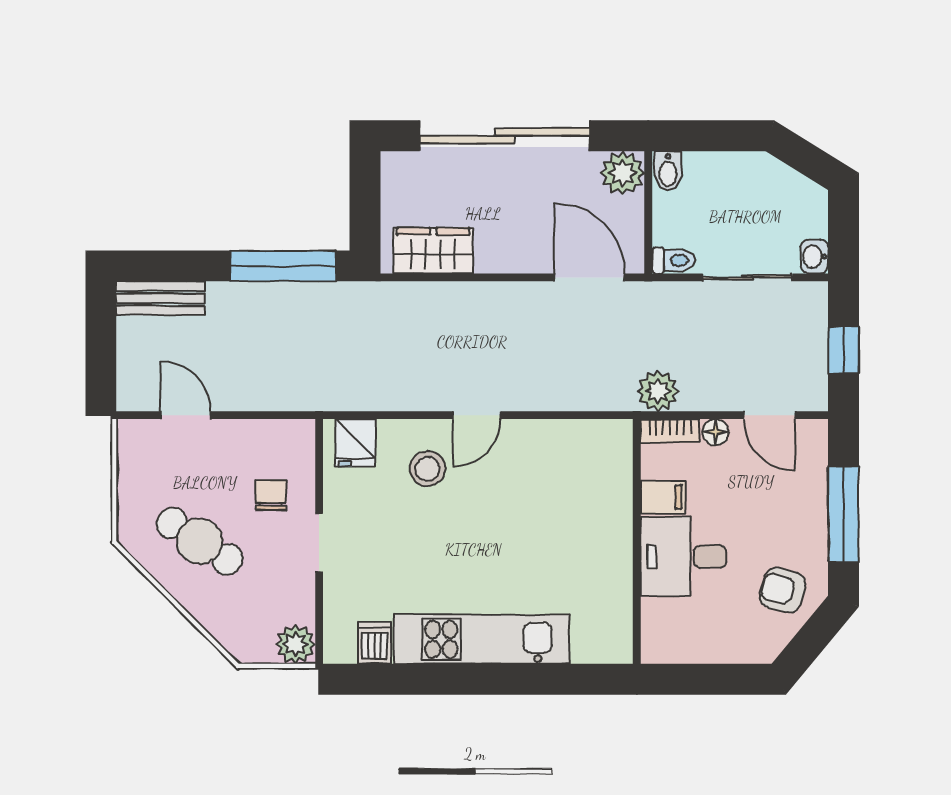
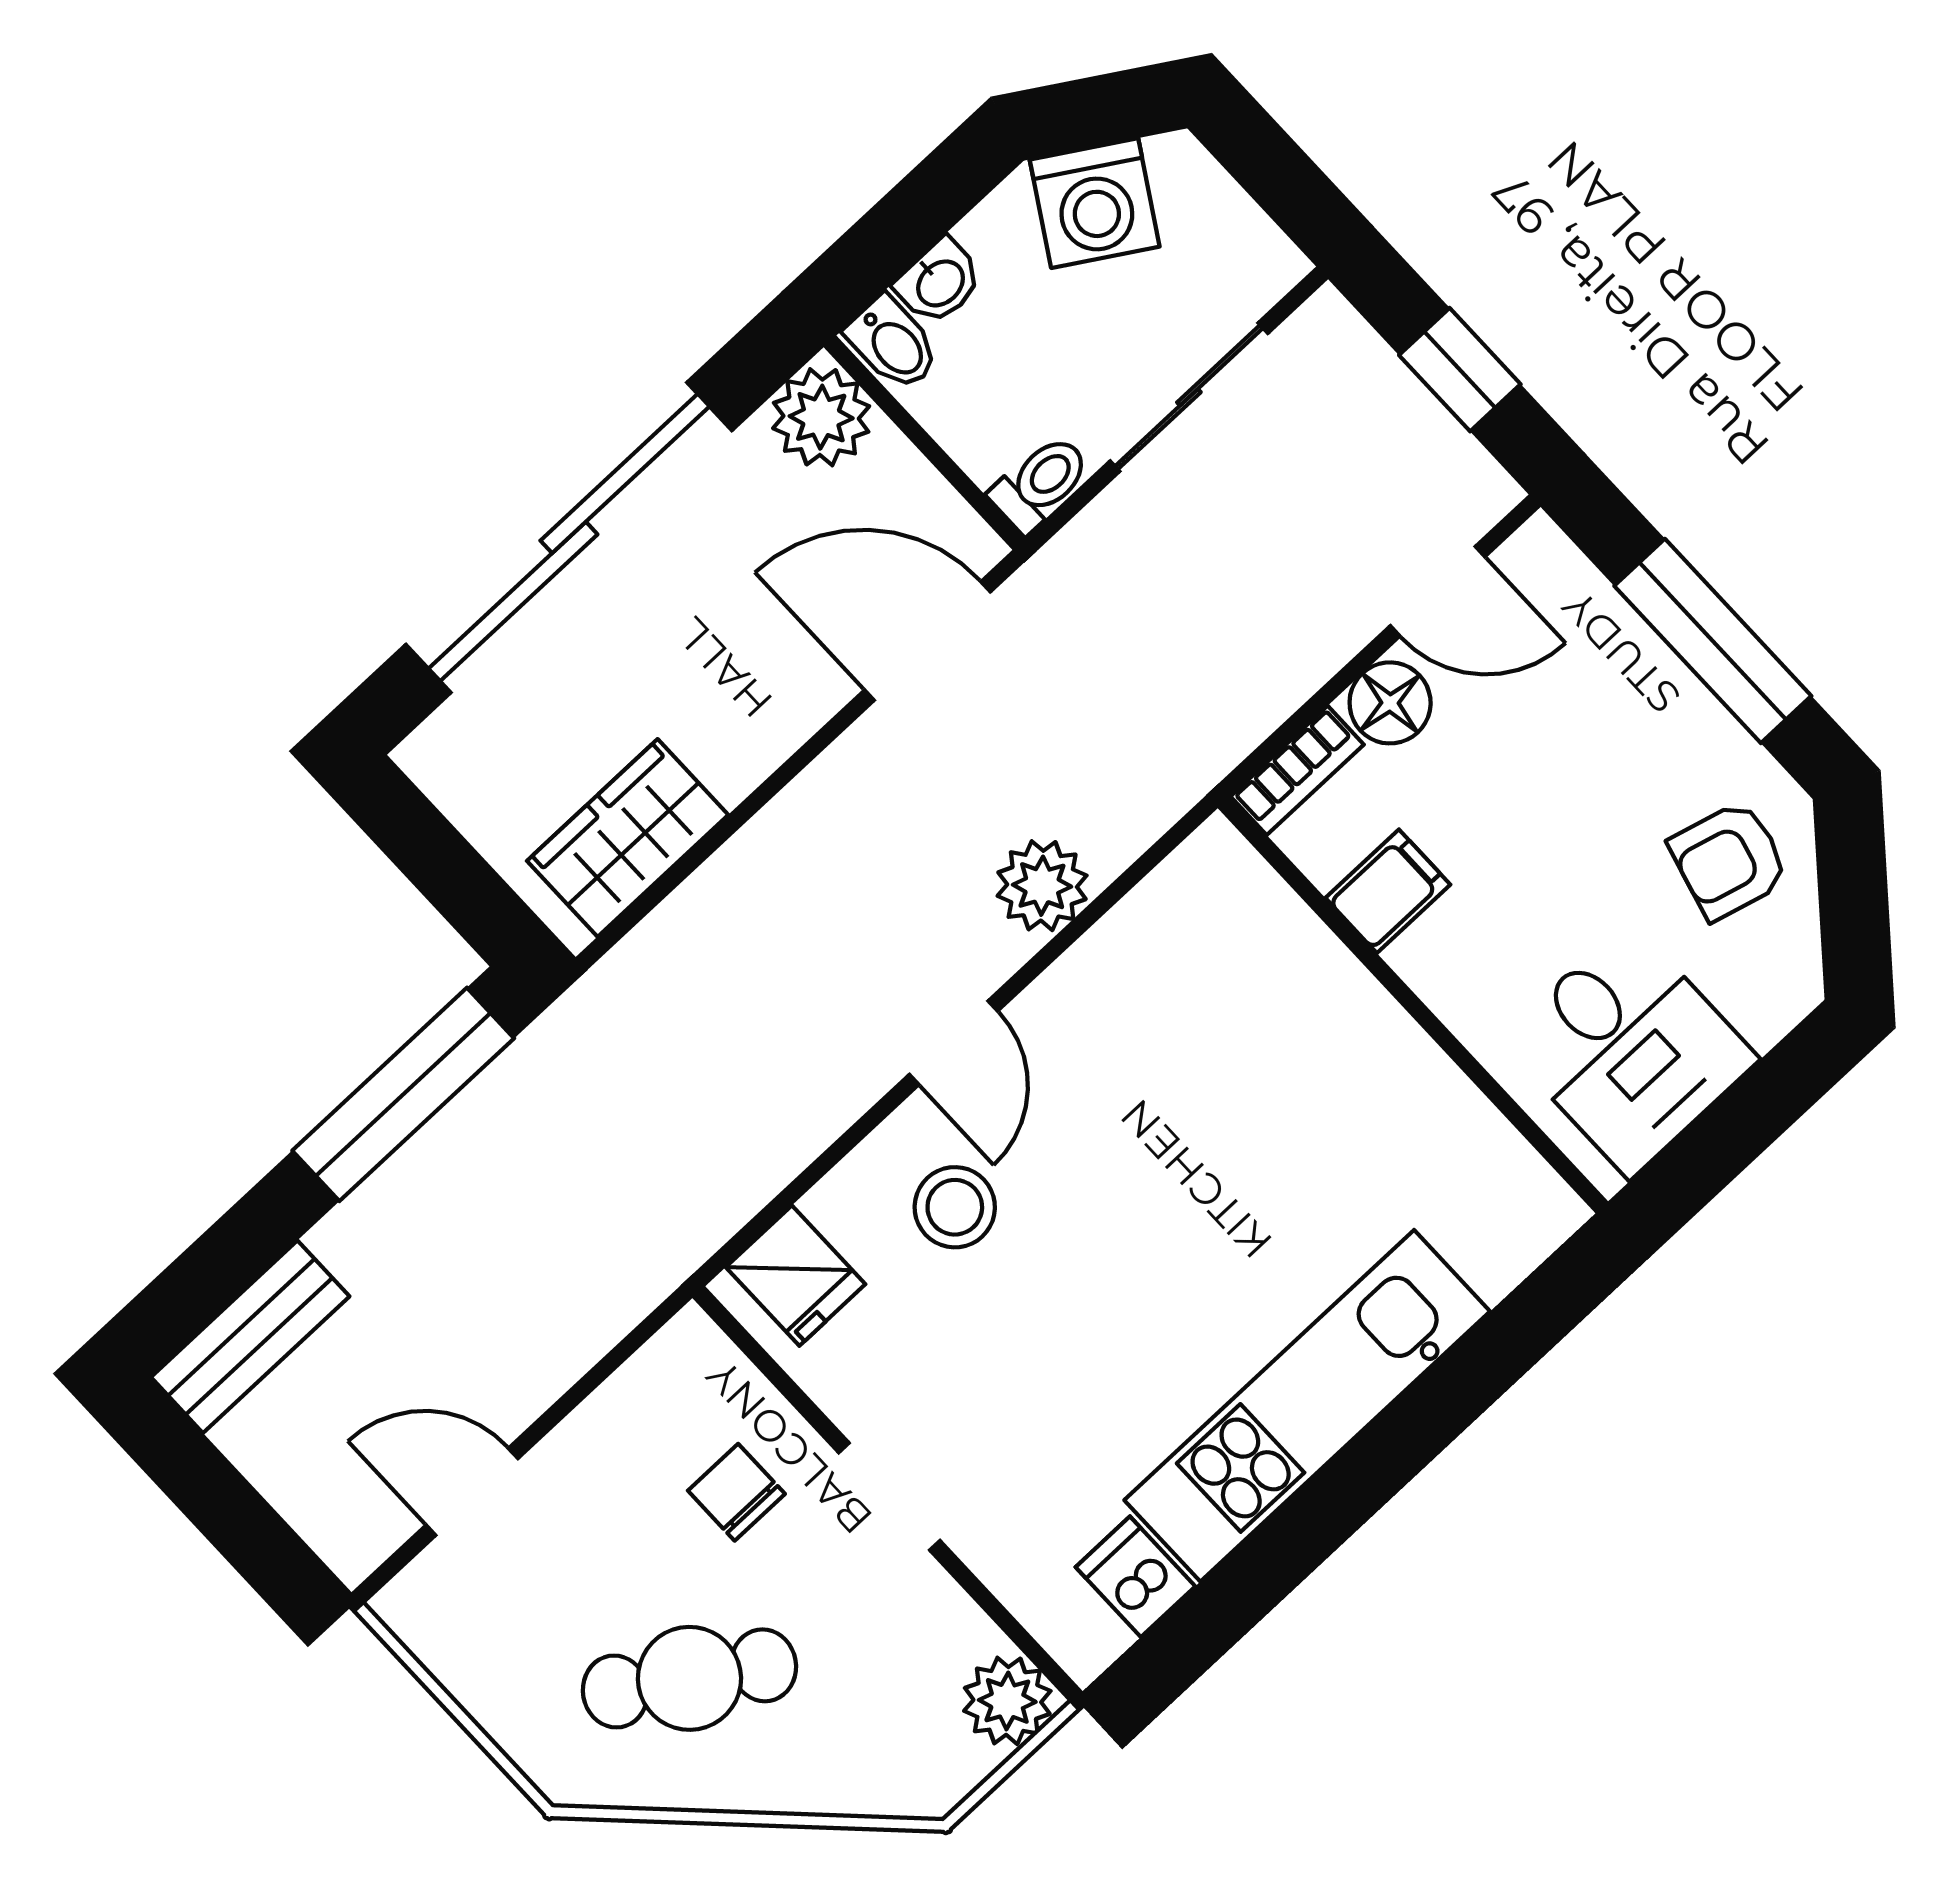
washing machine: (776, 186) -> (1095, 203), added
washbasin: (814, 257) -> (939, 282), moved, turned -90
plant: (658, 391) -> (1042, 886), moved
floor lamp: (715, 432) -> (1390, 703), width x1.37, depth x1.37
desk: (683, 557) -> (1629, 1049), moved, turned -90

